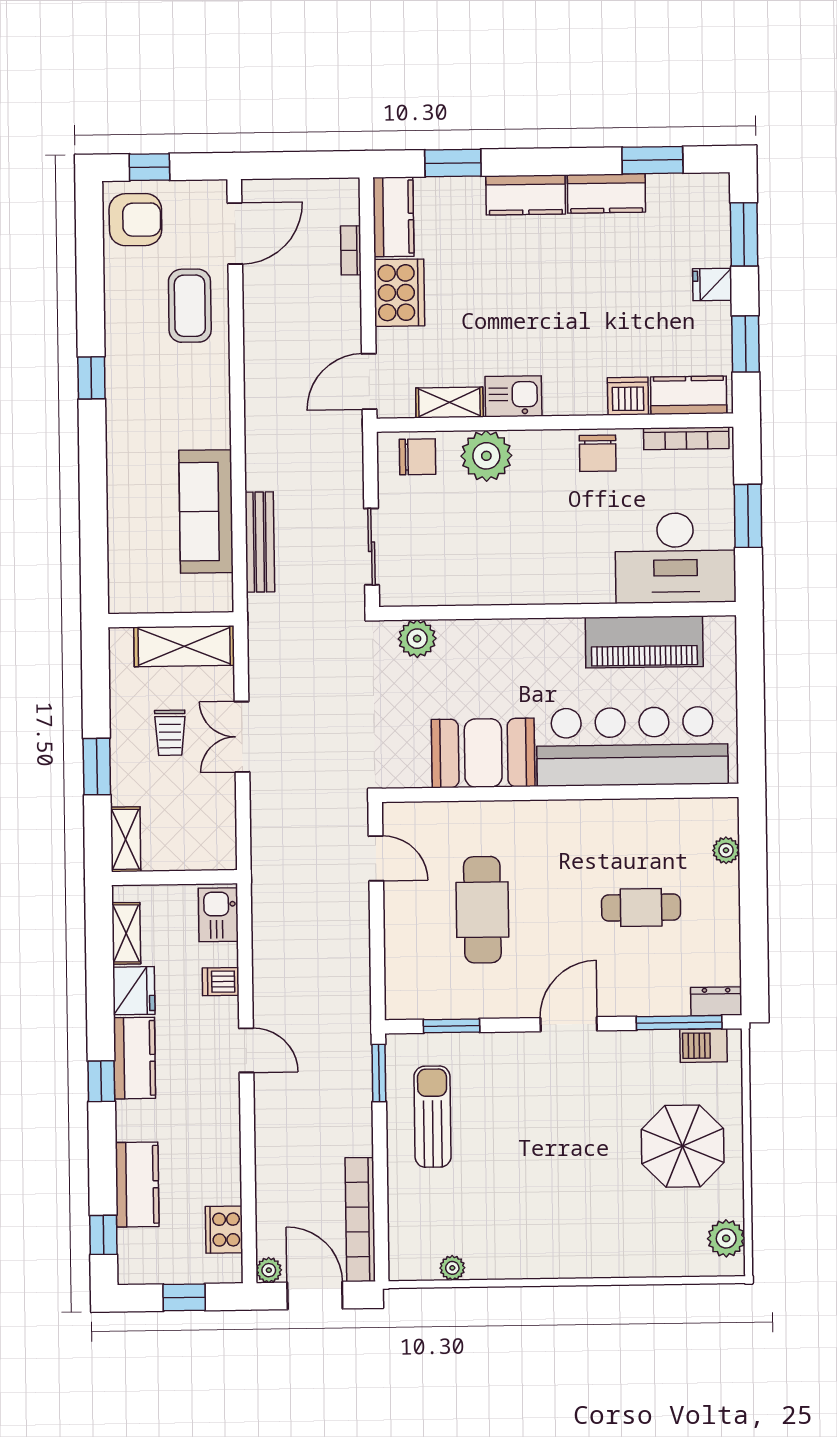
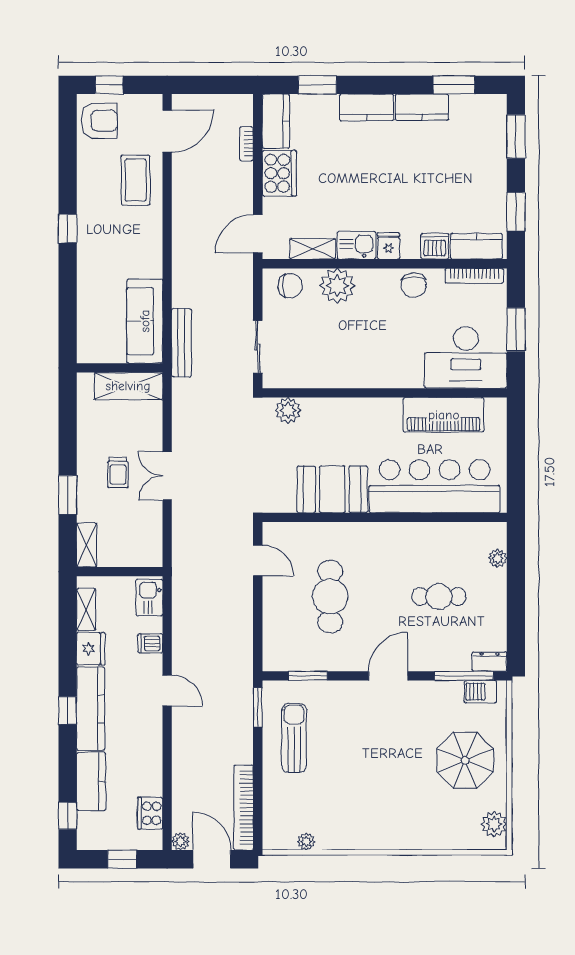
fridge: (712, 284) -> (389, 246), moved, turned 90
wall: (171, 620) -> (120, 368), moved
shelving: (184, 646) -> (128, 386), moved
kitchen counter: (135, 1058) -> (91, 709), width x1.50

